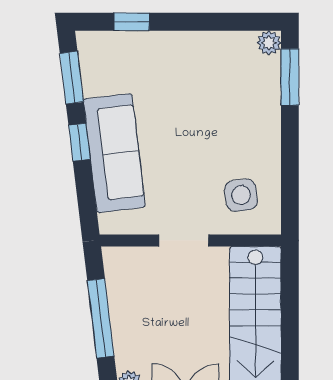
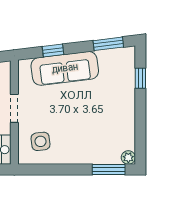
window: (79, 142) -> (53, 50), moved

